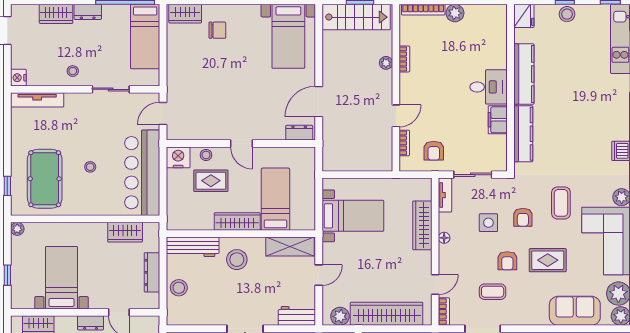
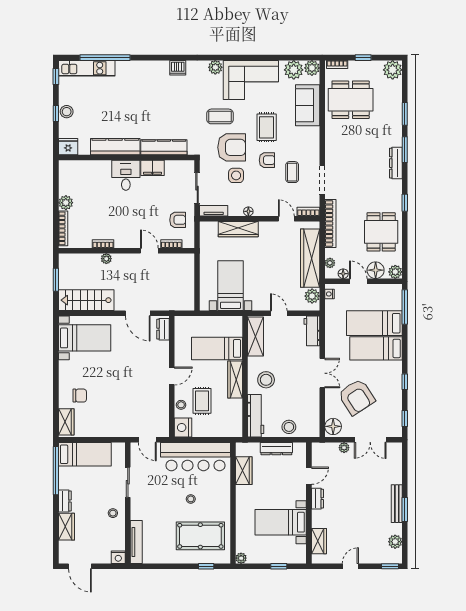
stairs: (356, 17) -> (86, 300), moved, turned -90
chair: (217, 30) -> (80, 396), turned 90
armchair: (523, 217) -> (232, 147), width x1.88, depth x1.88

